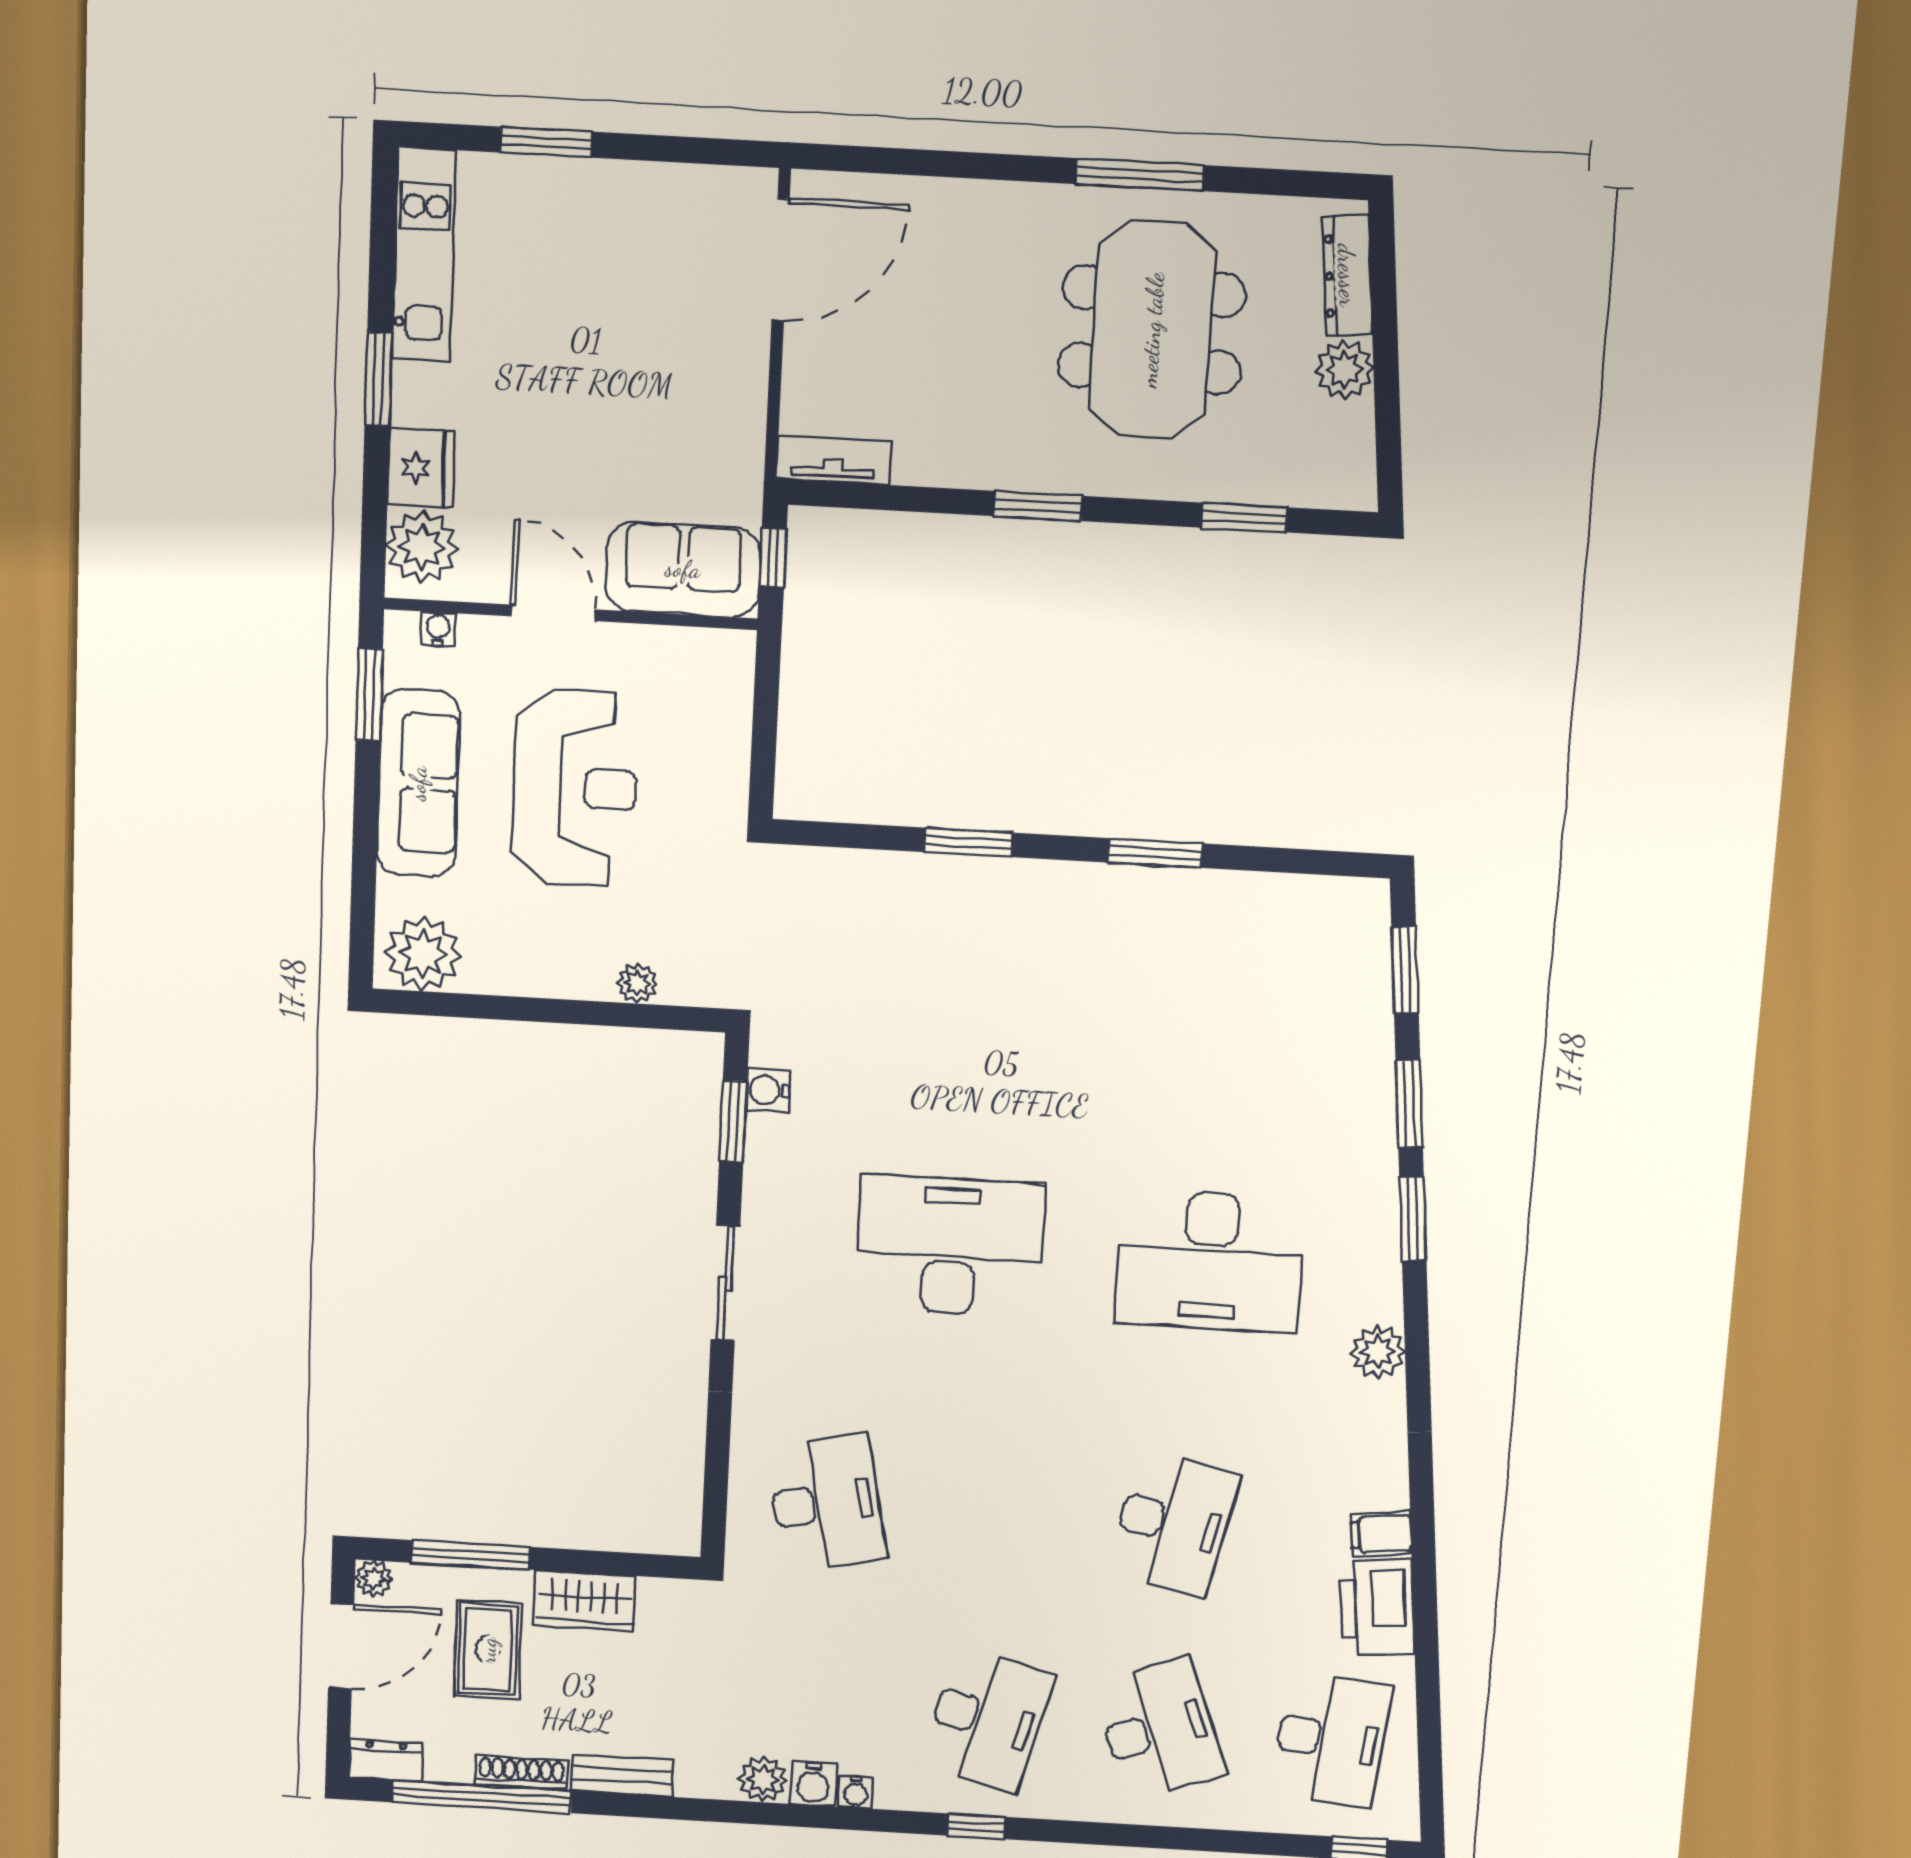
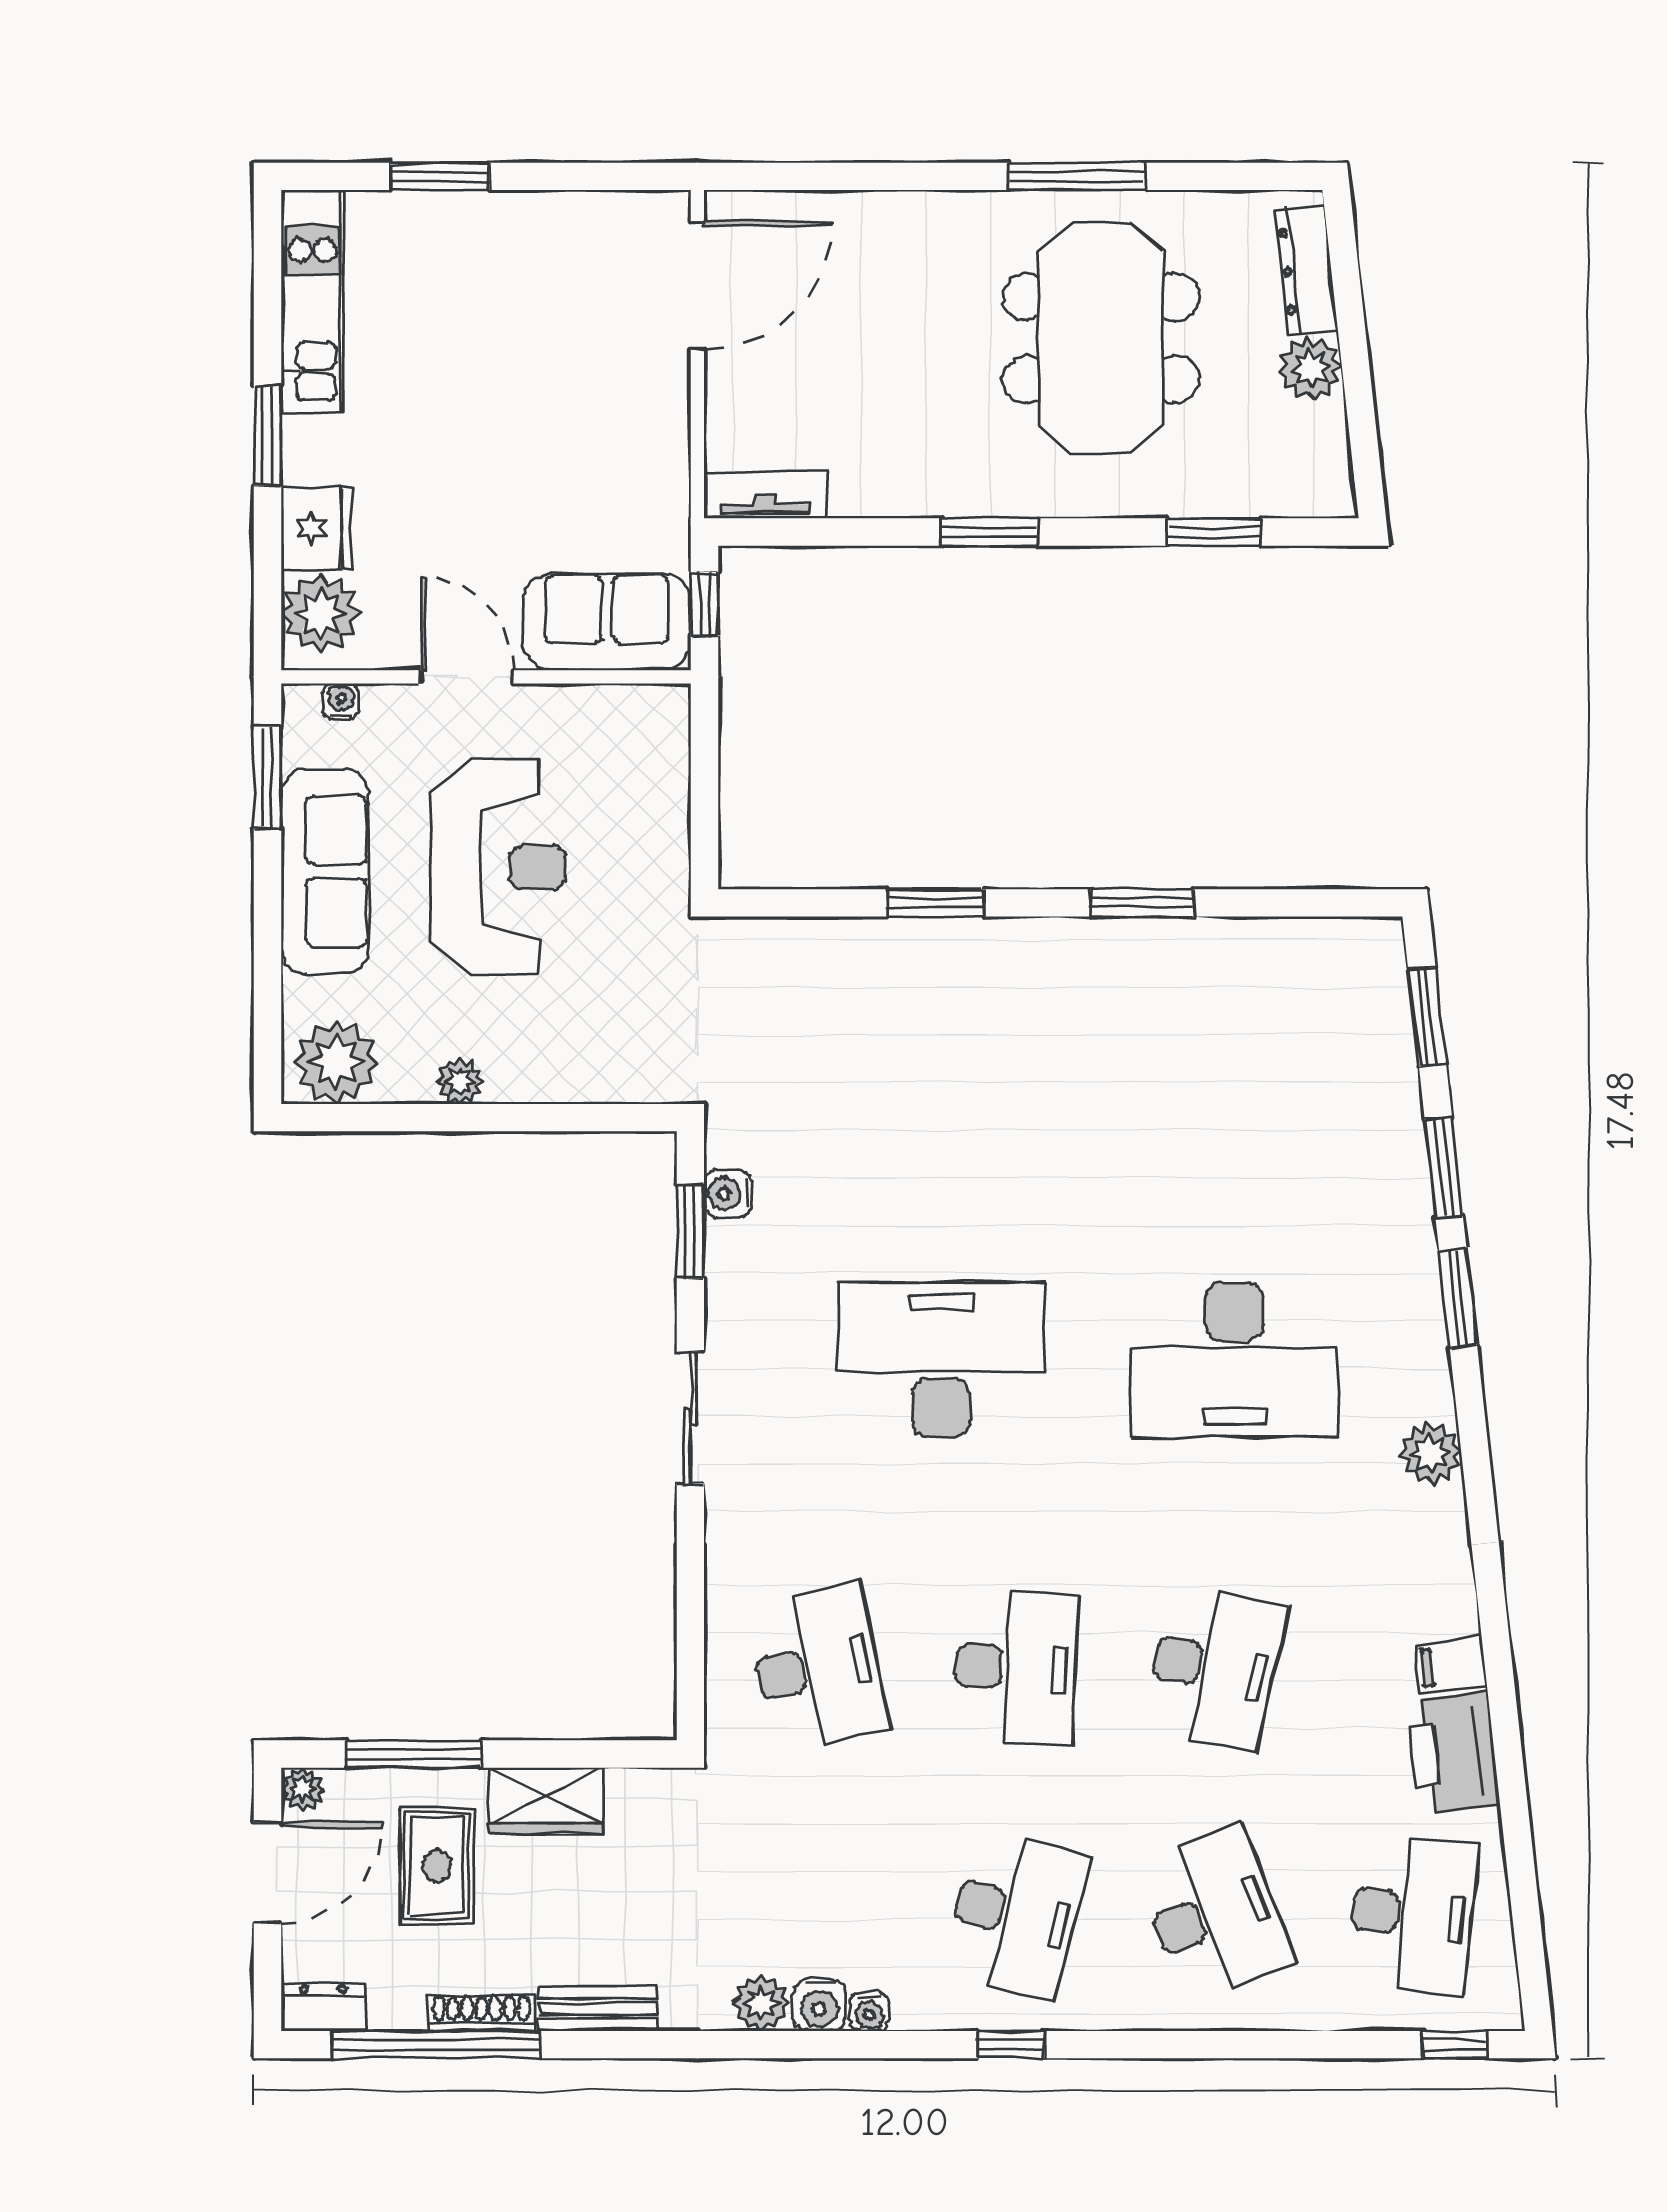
plant: (638, 983) -> (460, 1081), moved
desk: (1000, 1513) -> (1016, 1668), added

